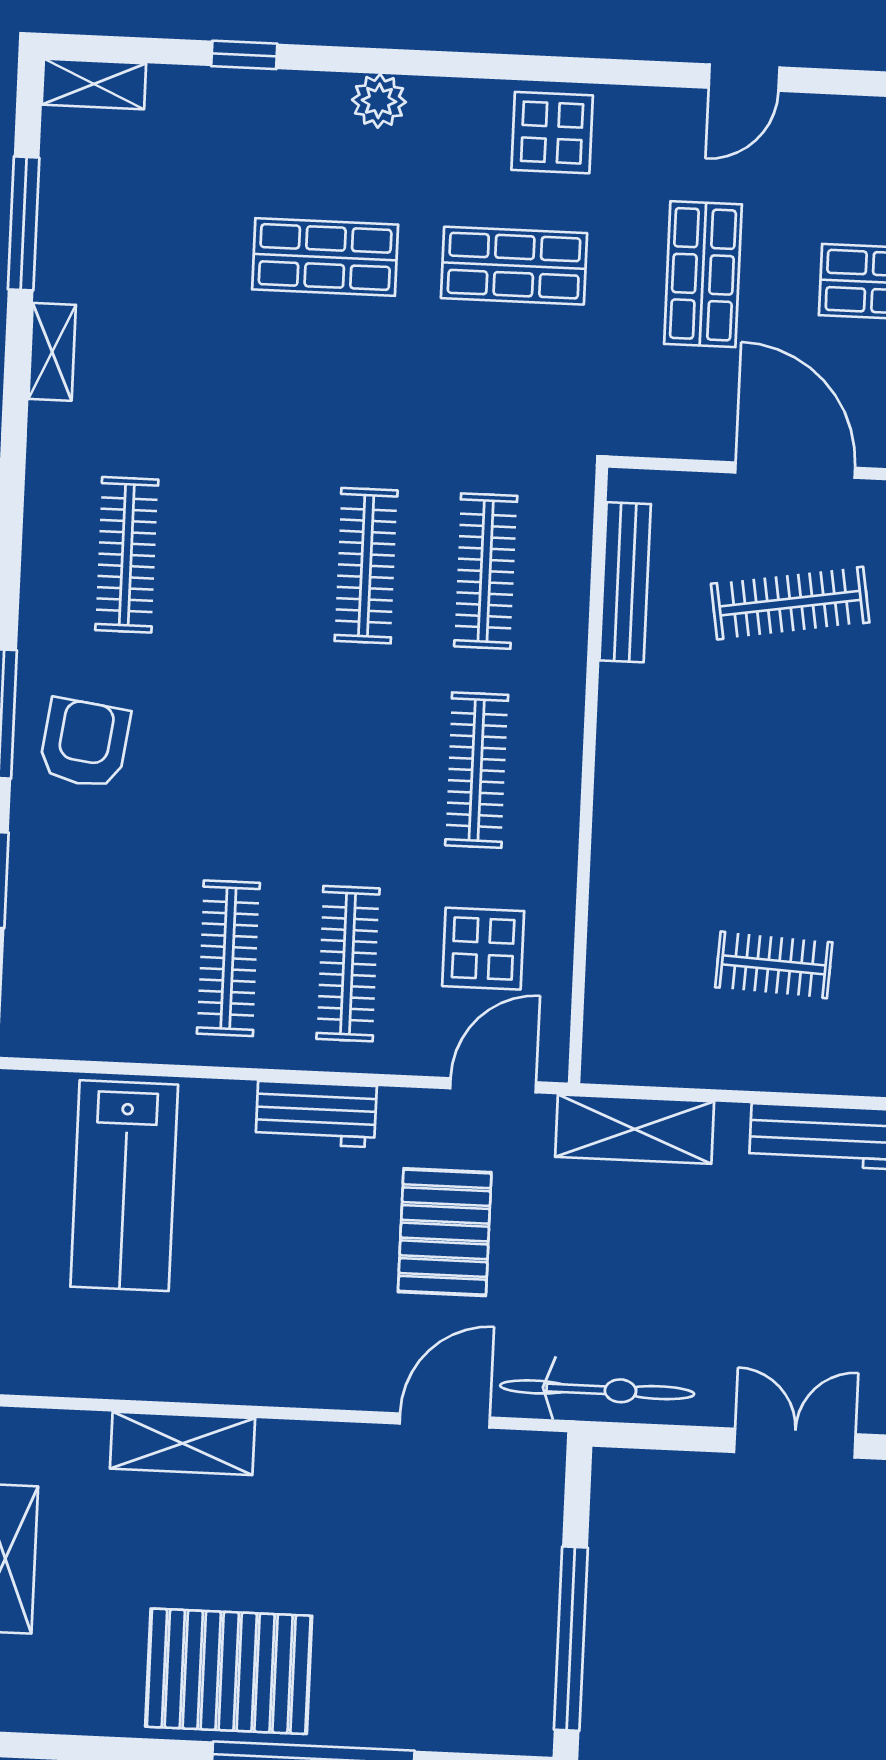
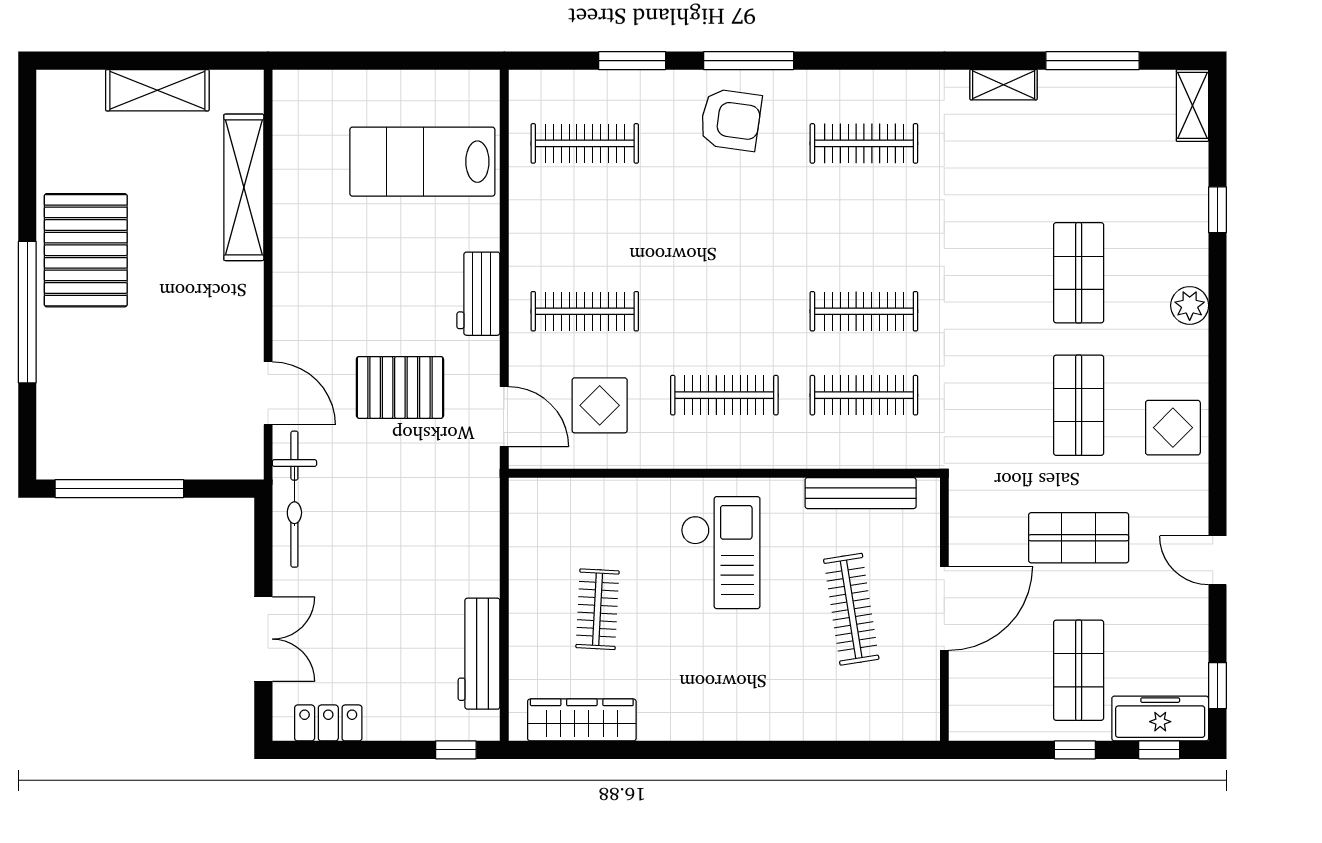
checkout: (701, 786) -> (721, 553), added
clothes rail: (228, 958) -> (585, 143), moved
shelving: (635, 1129) -> (478, 517), removed
shelving: (183, 1443) -> (244, 187), width x1.47

